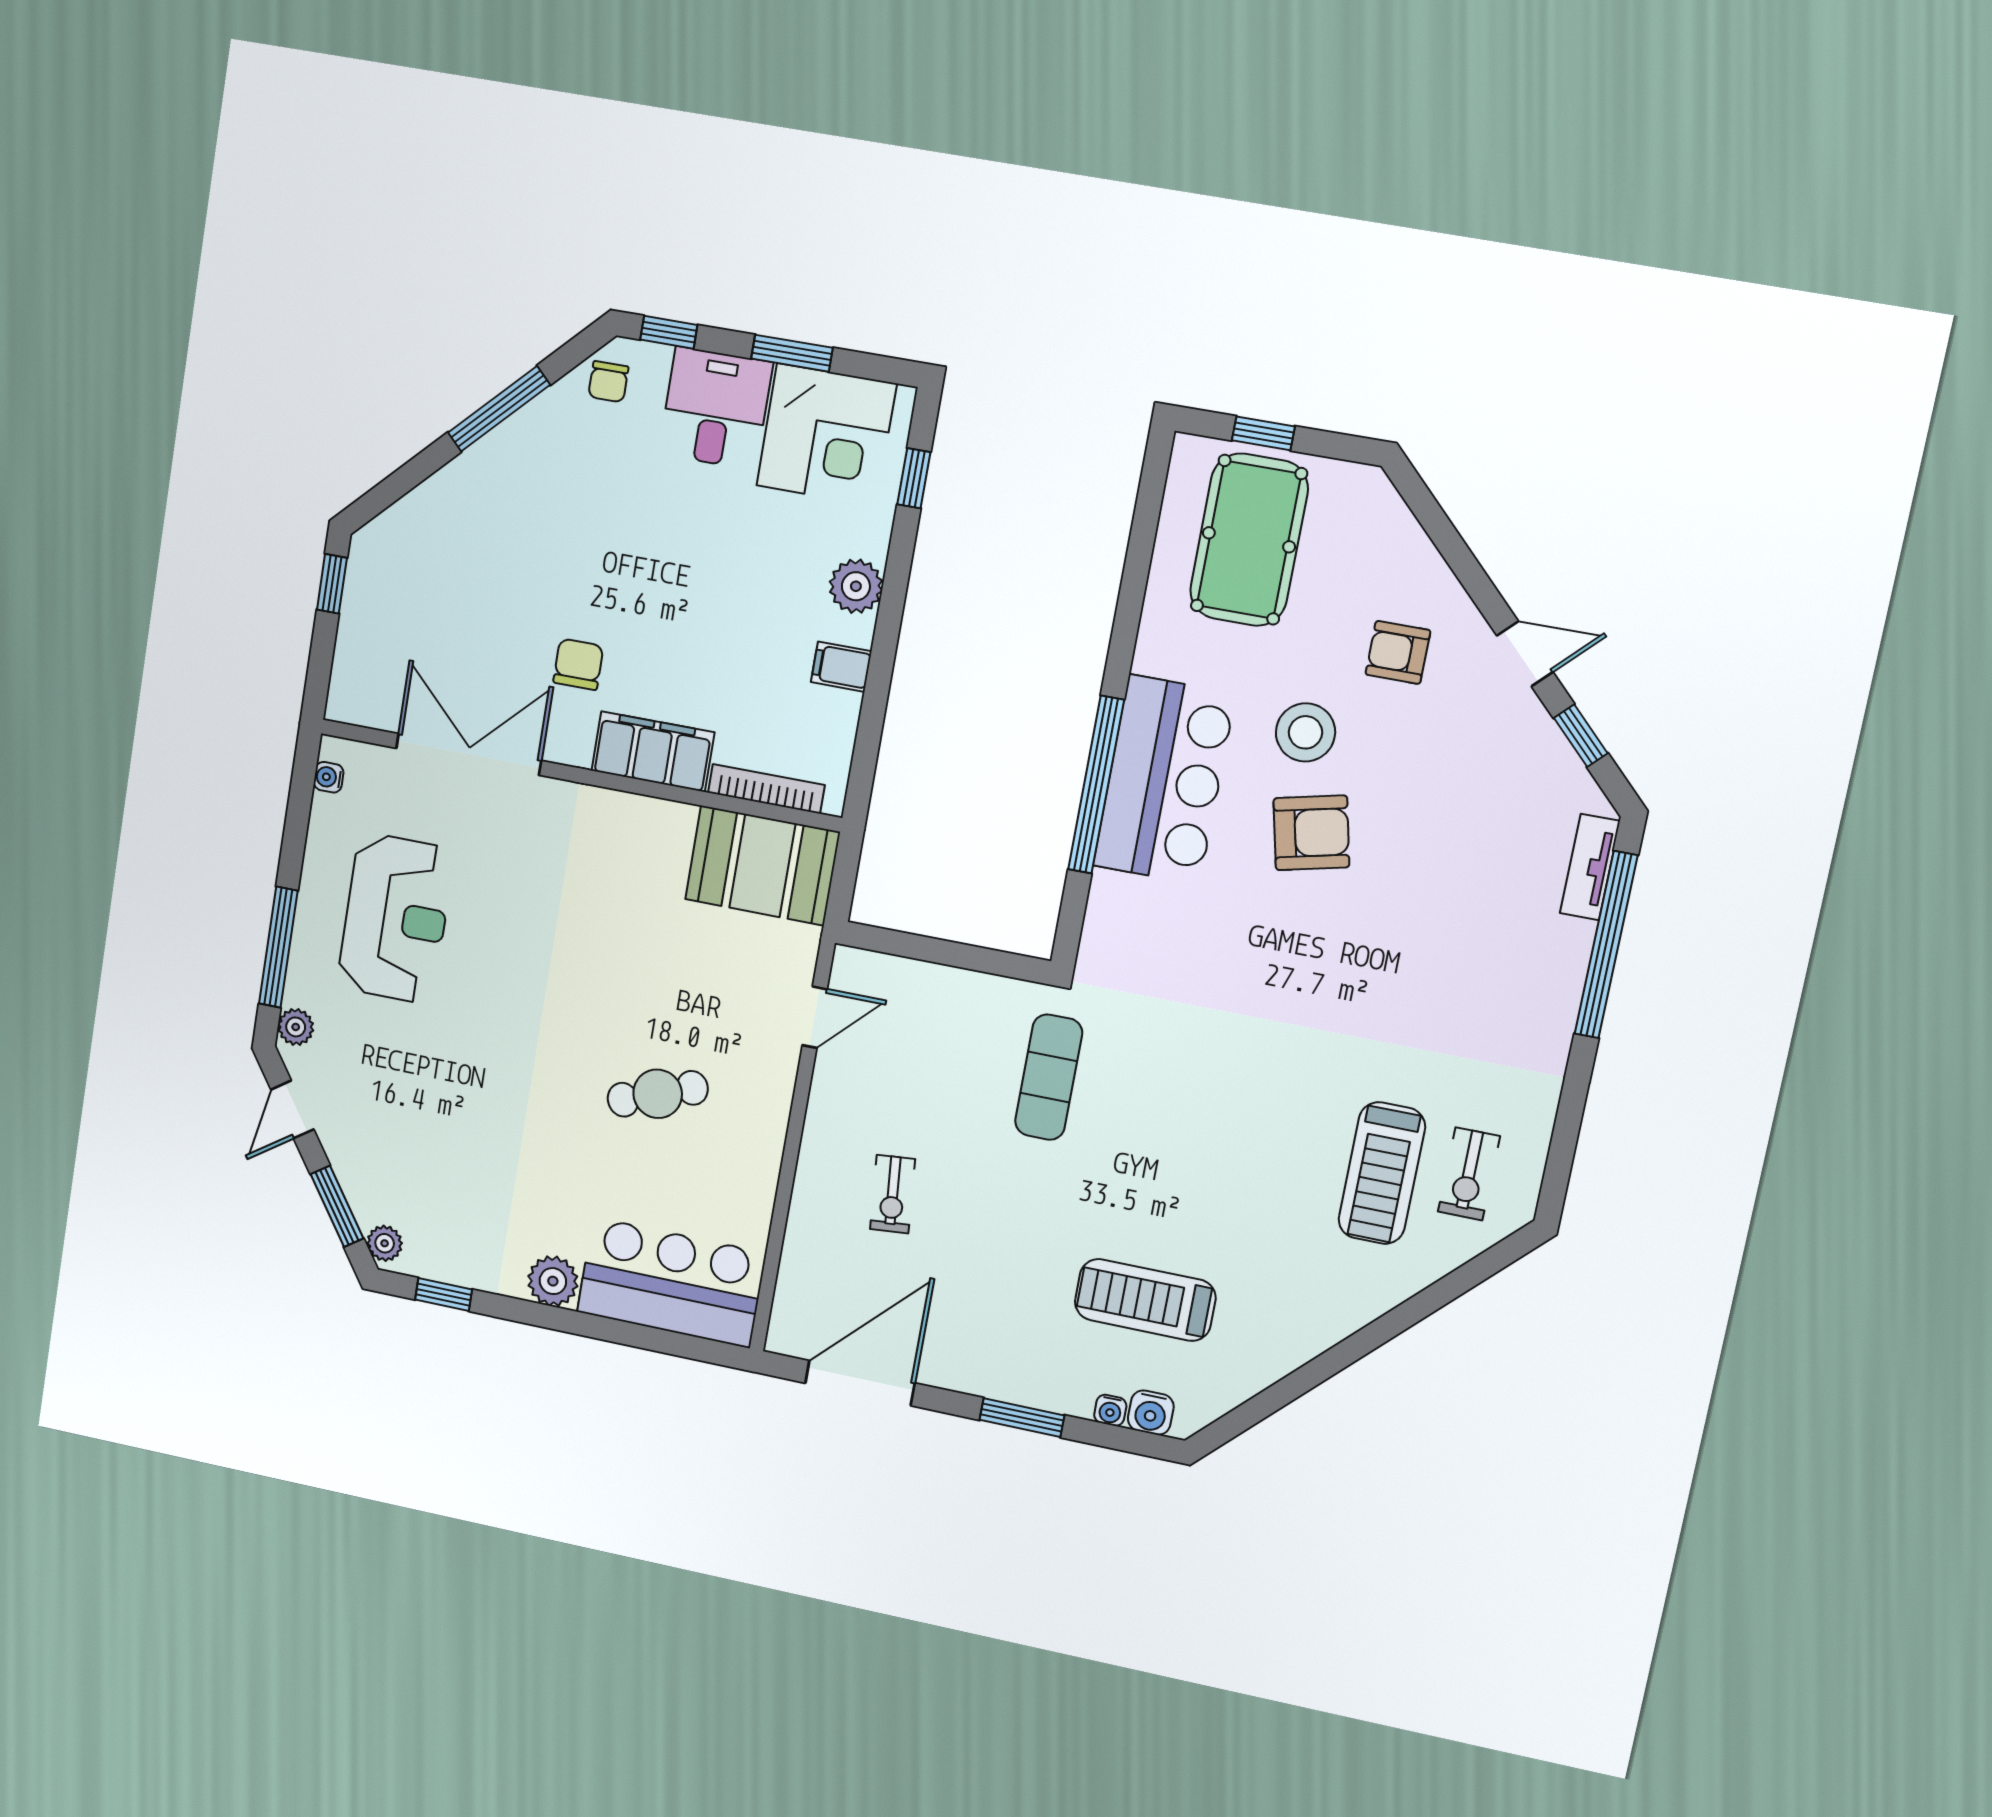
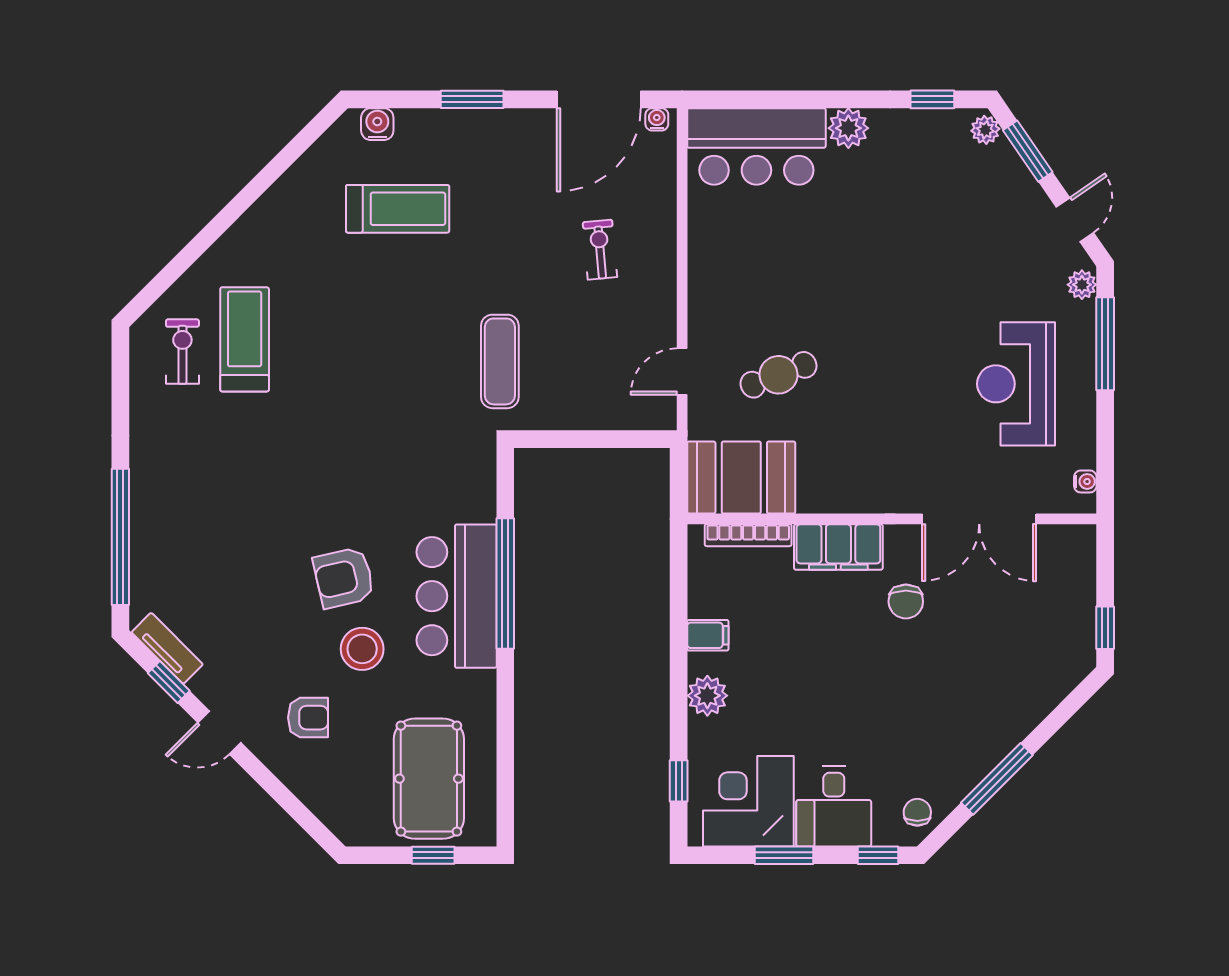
tv unit: (1590, 867) -> (167, 648), moved, turned -45
cafe table: (658, 1094) -> (779, 375), moved
water cooler: (1110, 1410) -> (657, 119), moved

